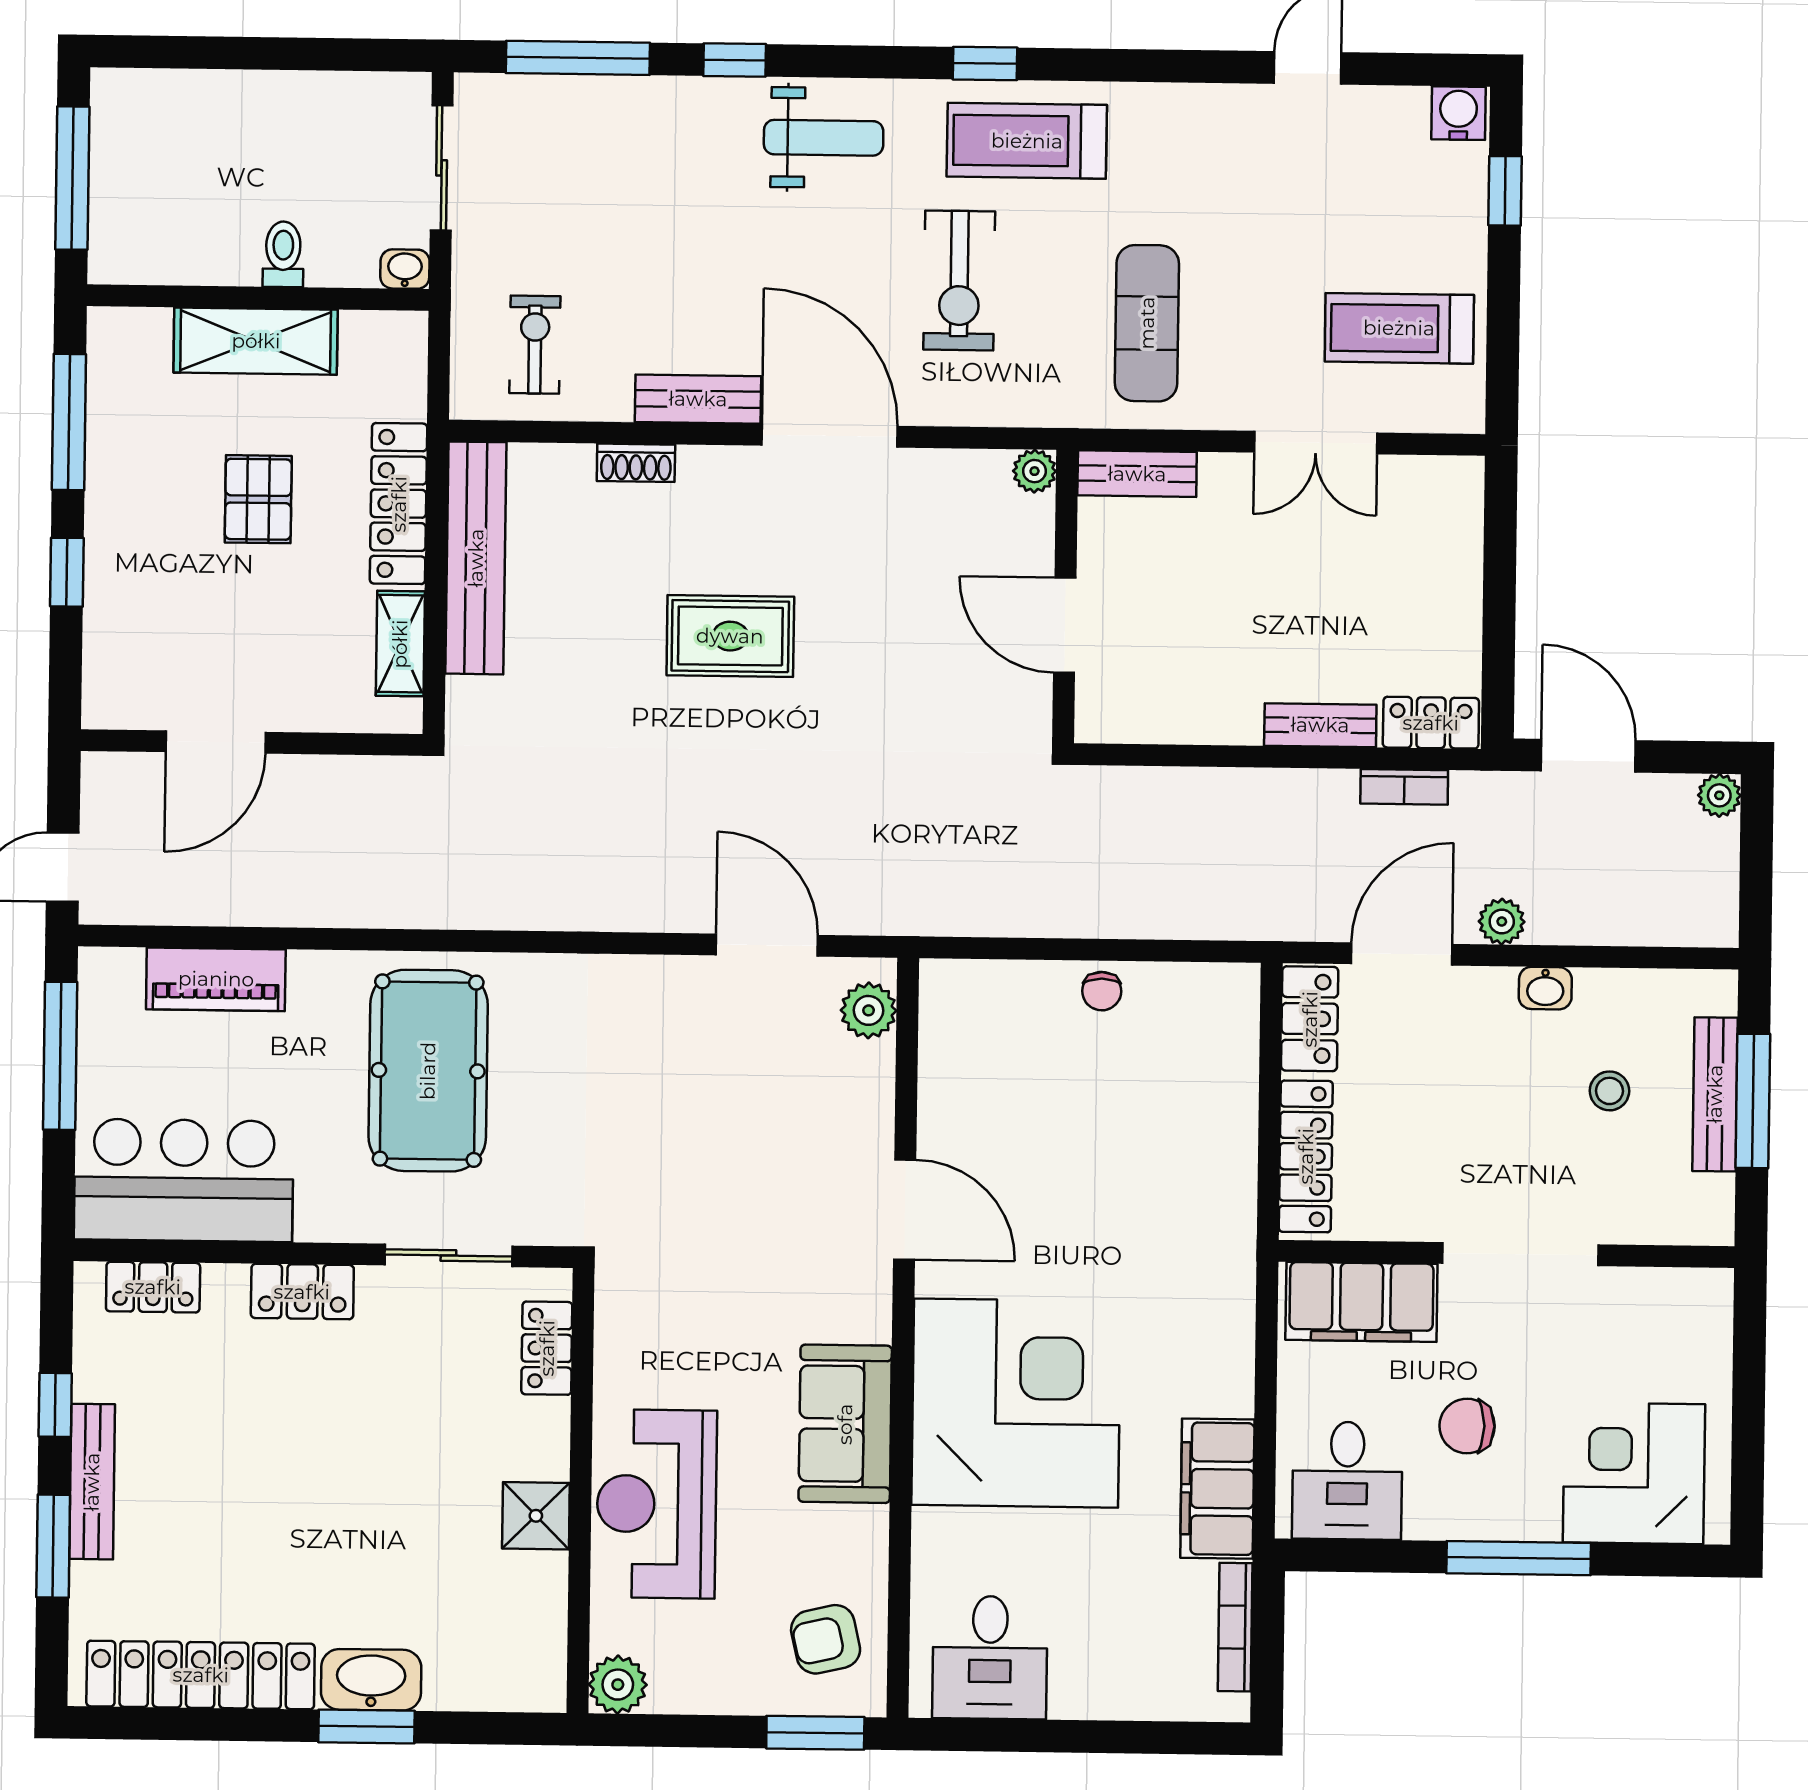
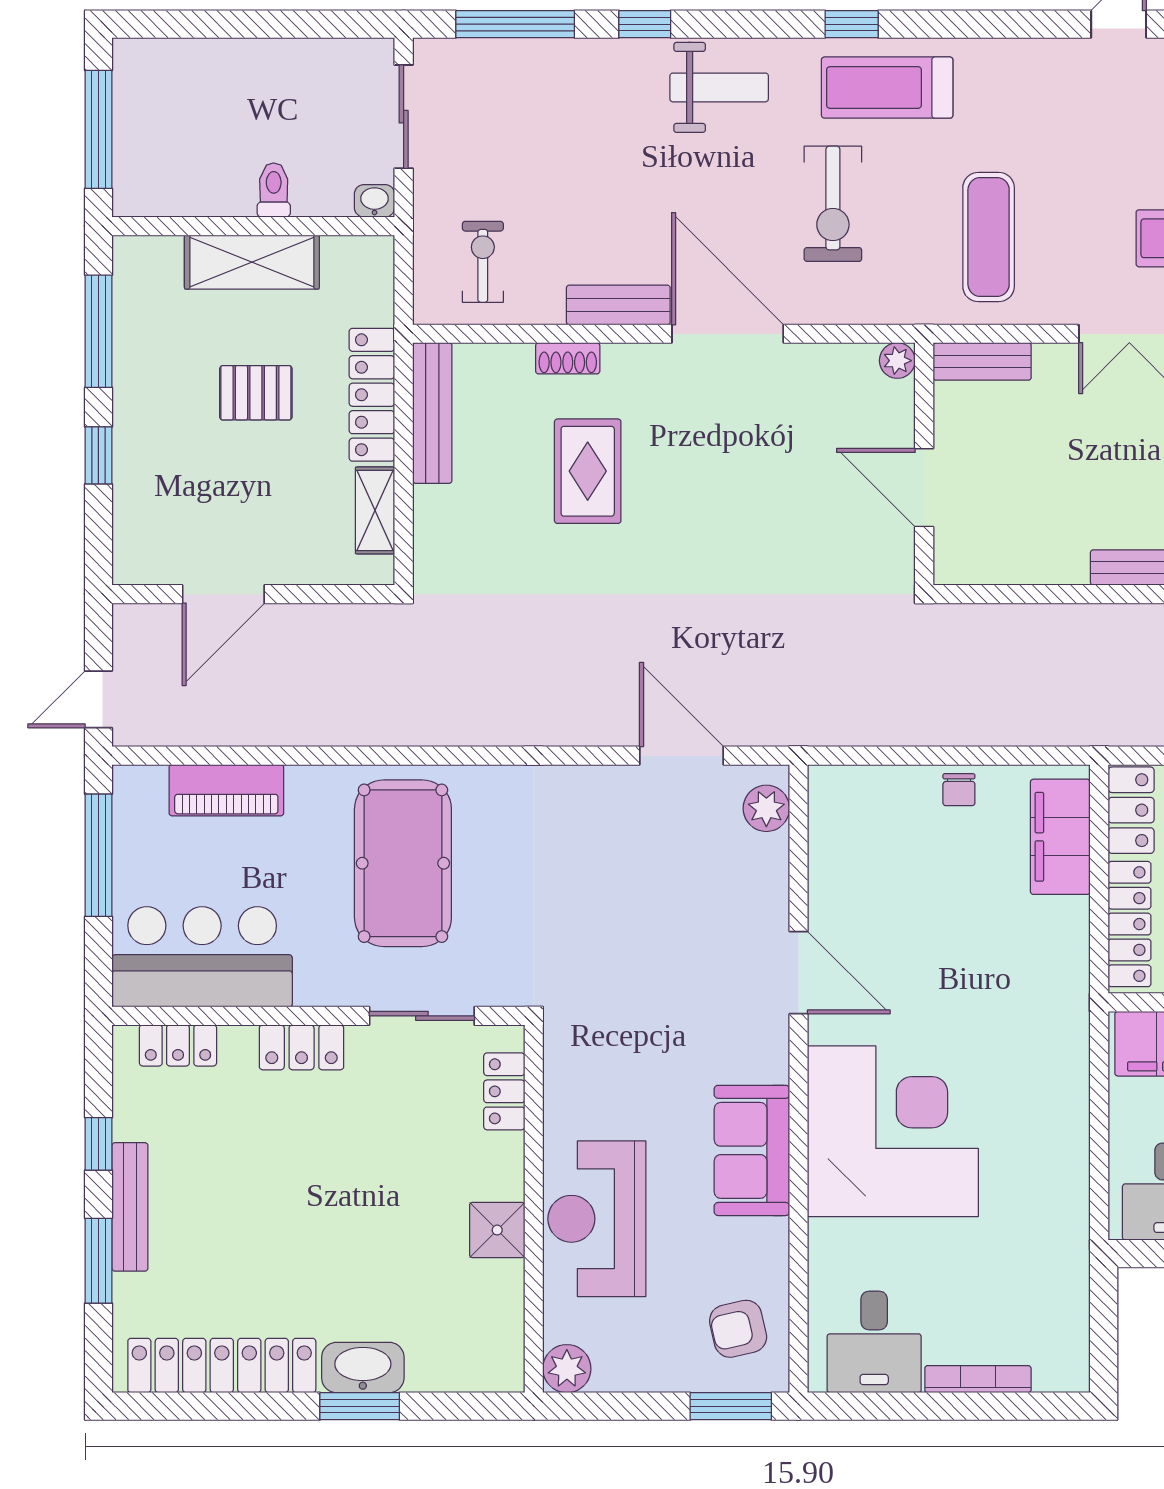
pallet: (258, 499) -> (256, 393), turned 90
bench: (476, 558) -> (432, 413), width x0.73, depth x0.82
rug: (730, 636) -> (588, 471), moved, turned 90
filing cabinet: (1217, 1489) -> (1060, 837), moved
bookcase: (1235, 1627) -> (978, 1379), moved, turned 90

